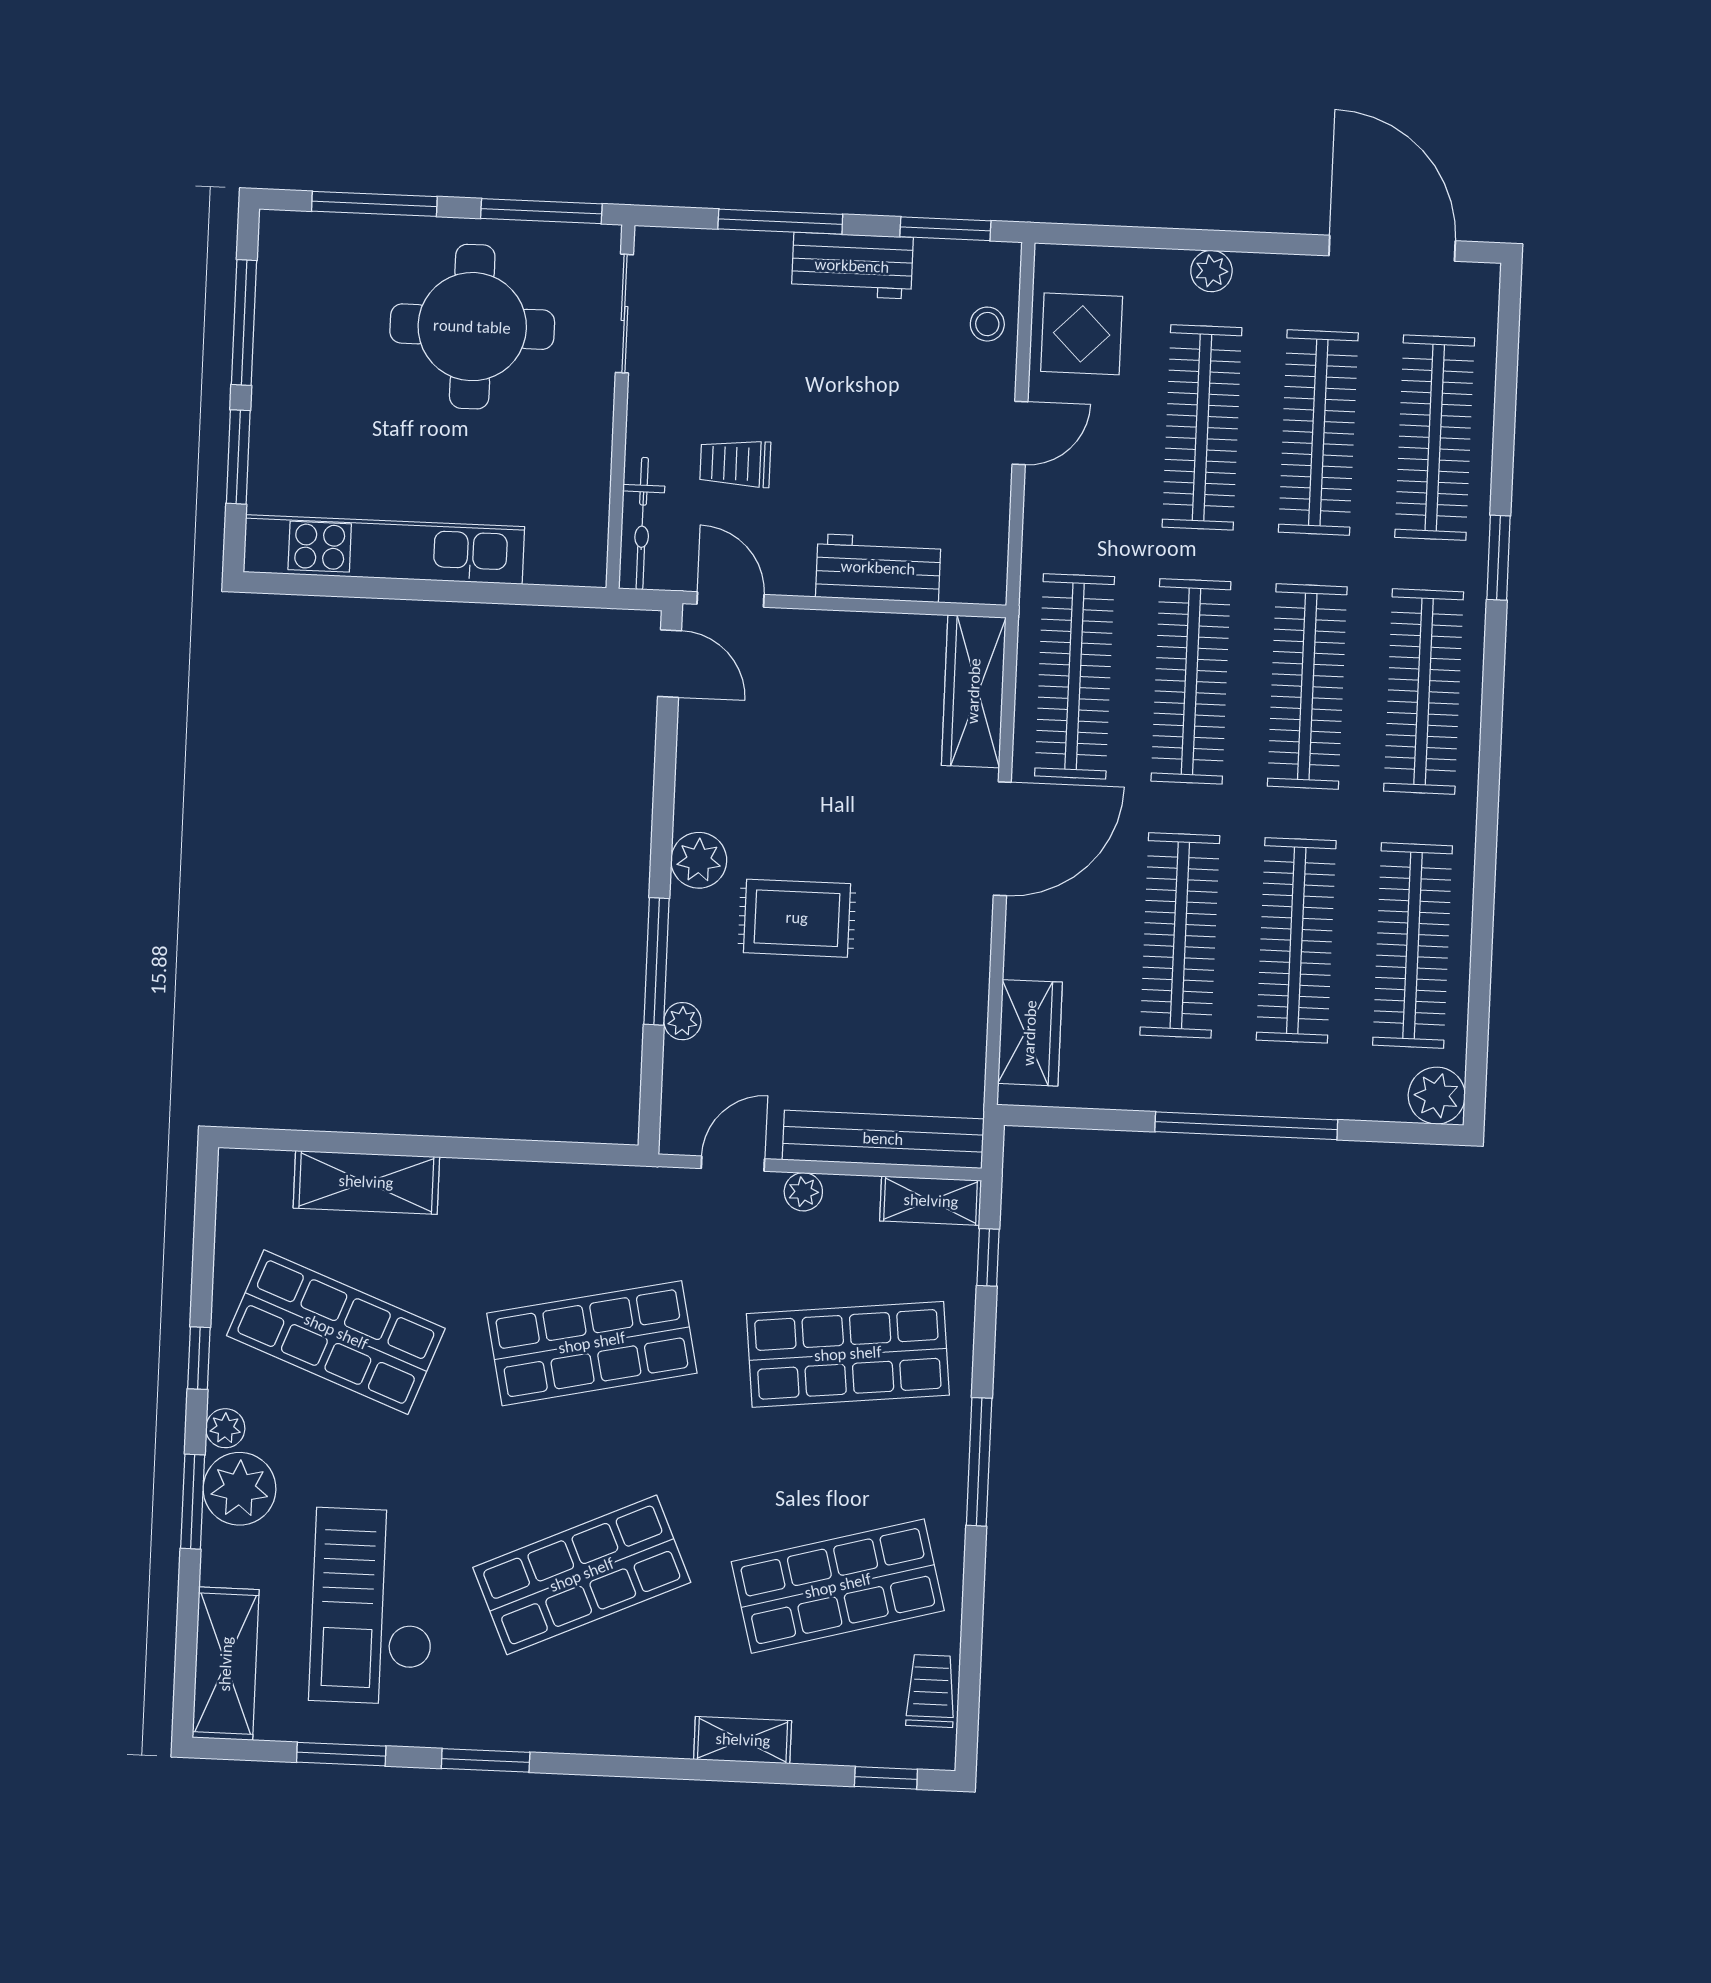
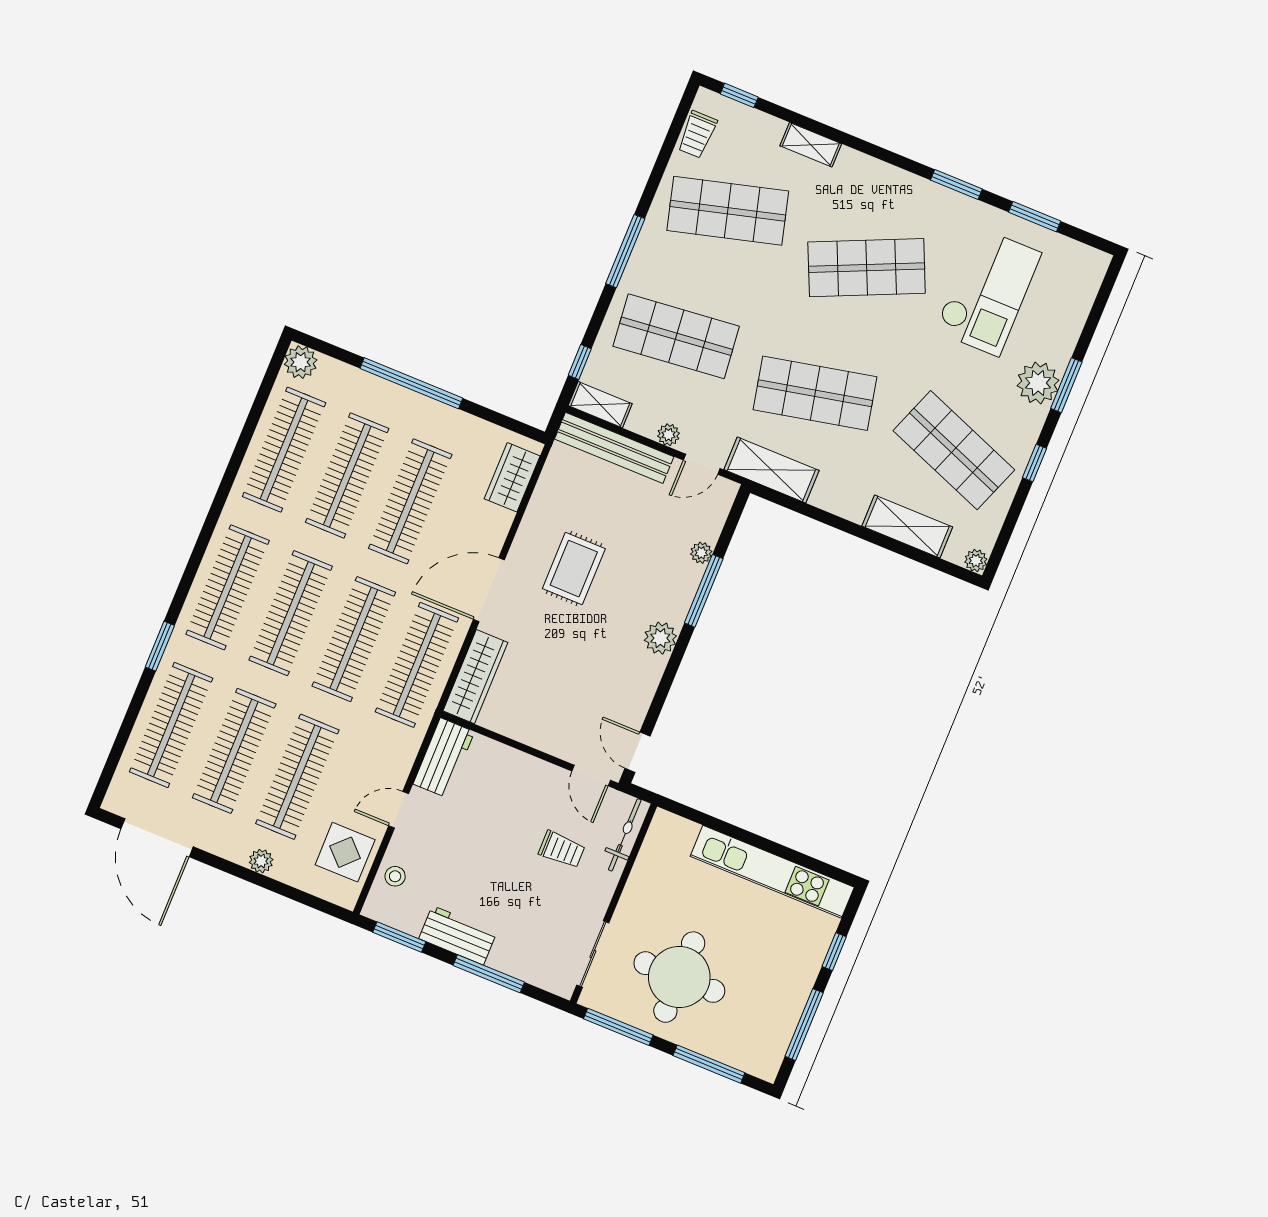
window: (238, 457) -> (834, 952), width x0.67
workbench: (878, 568) -> (444, 758), moved, turned -90
rug: (797, 918) -> (574, 569), moved, turned 90
plant: (225, 1428) -> (976, 561), moved
shelving: (226, 1664) -> (771, 470), moved, turned 90

